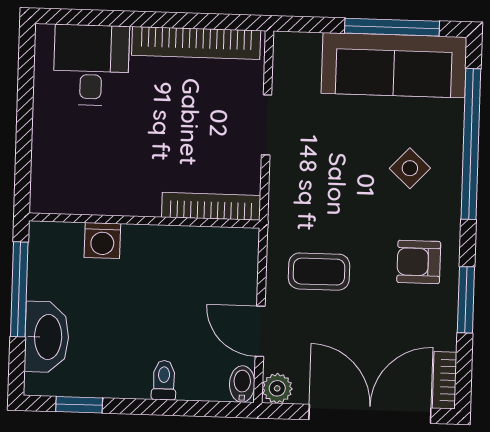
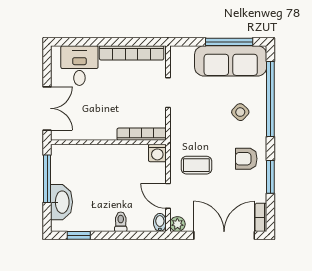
double door: (24, 149) -> (47, 108), added
washing machine: (102, 241) -> (157, 153), moved

